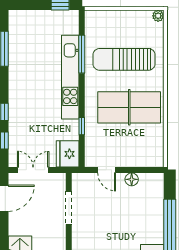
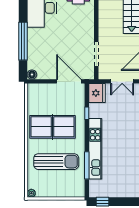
door: (107, 170) -> (69, 81), width x1.87
floor lamp: (132, 179) -> (32, 75), moved

